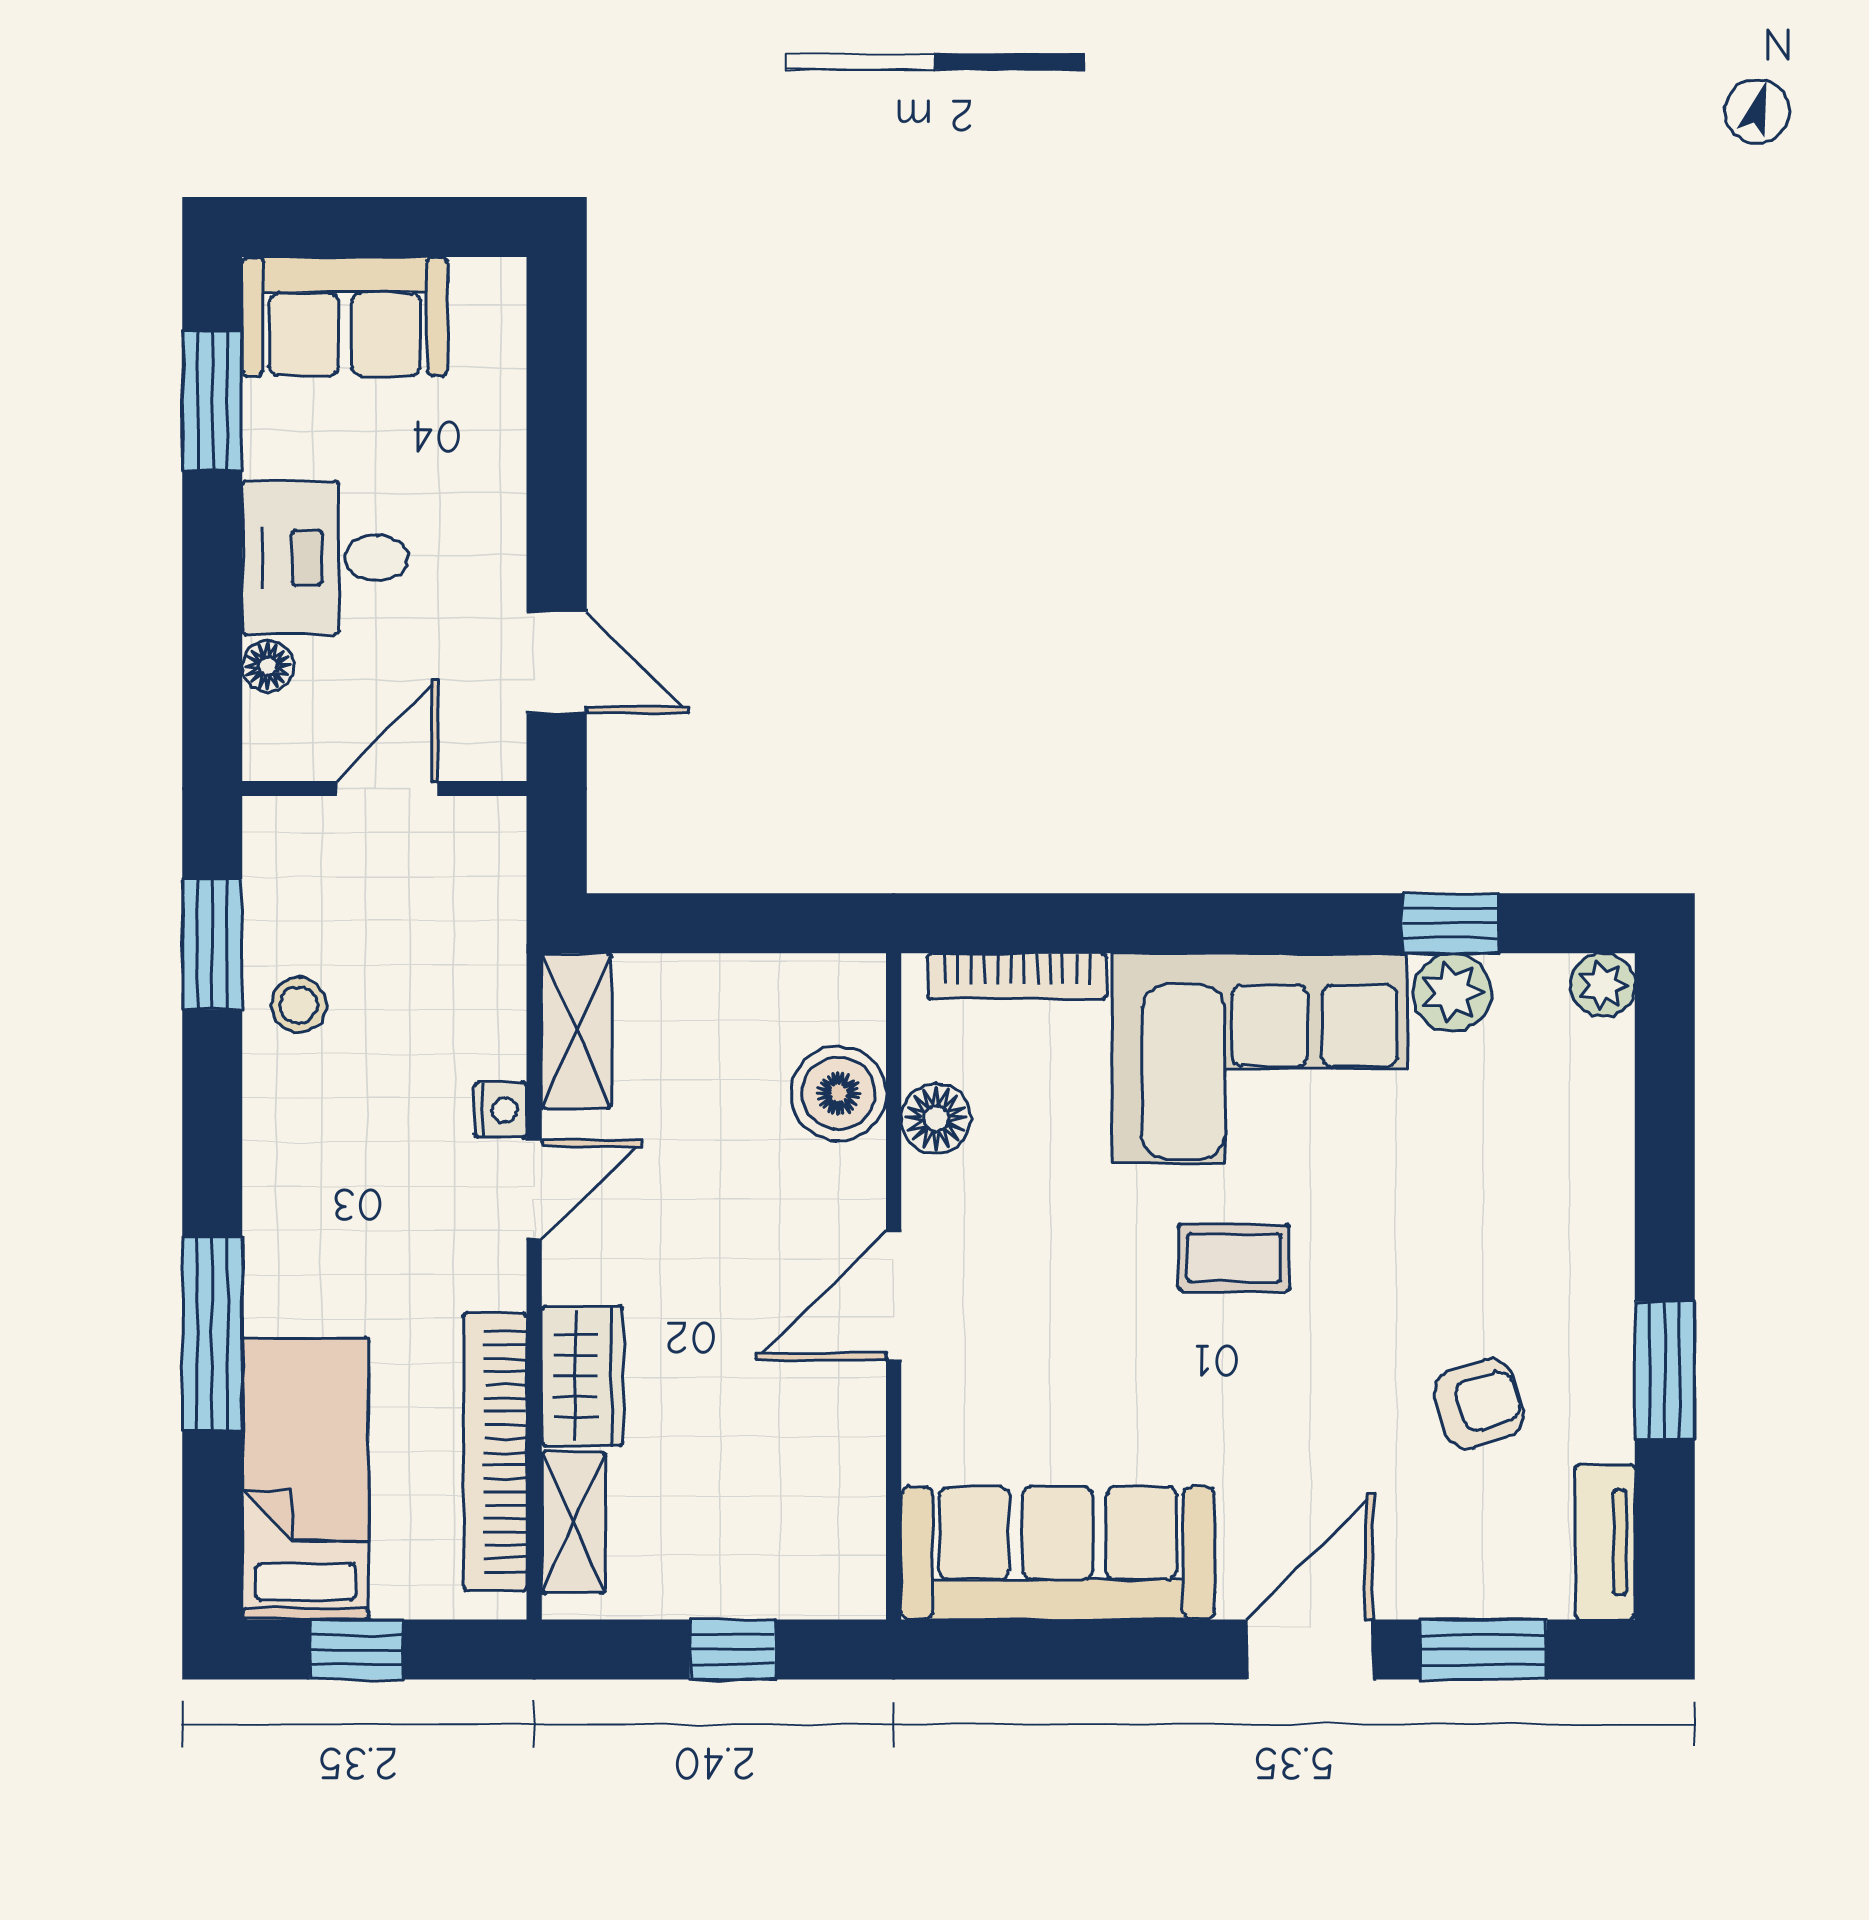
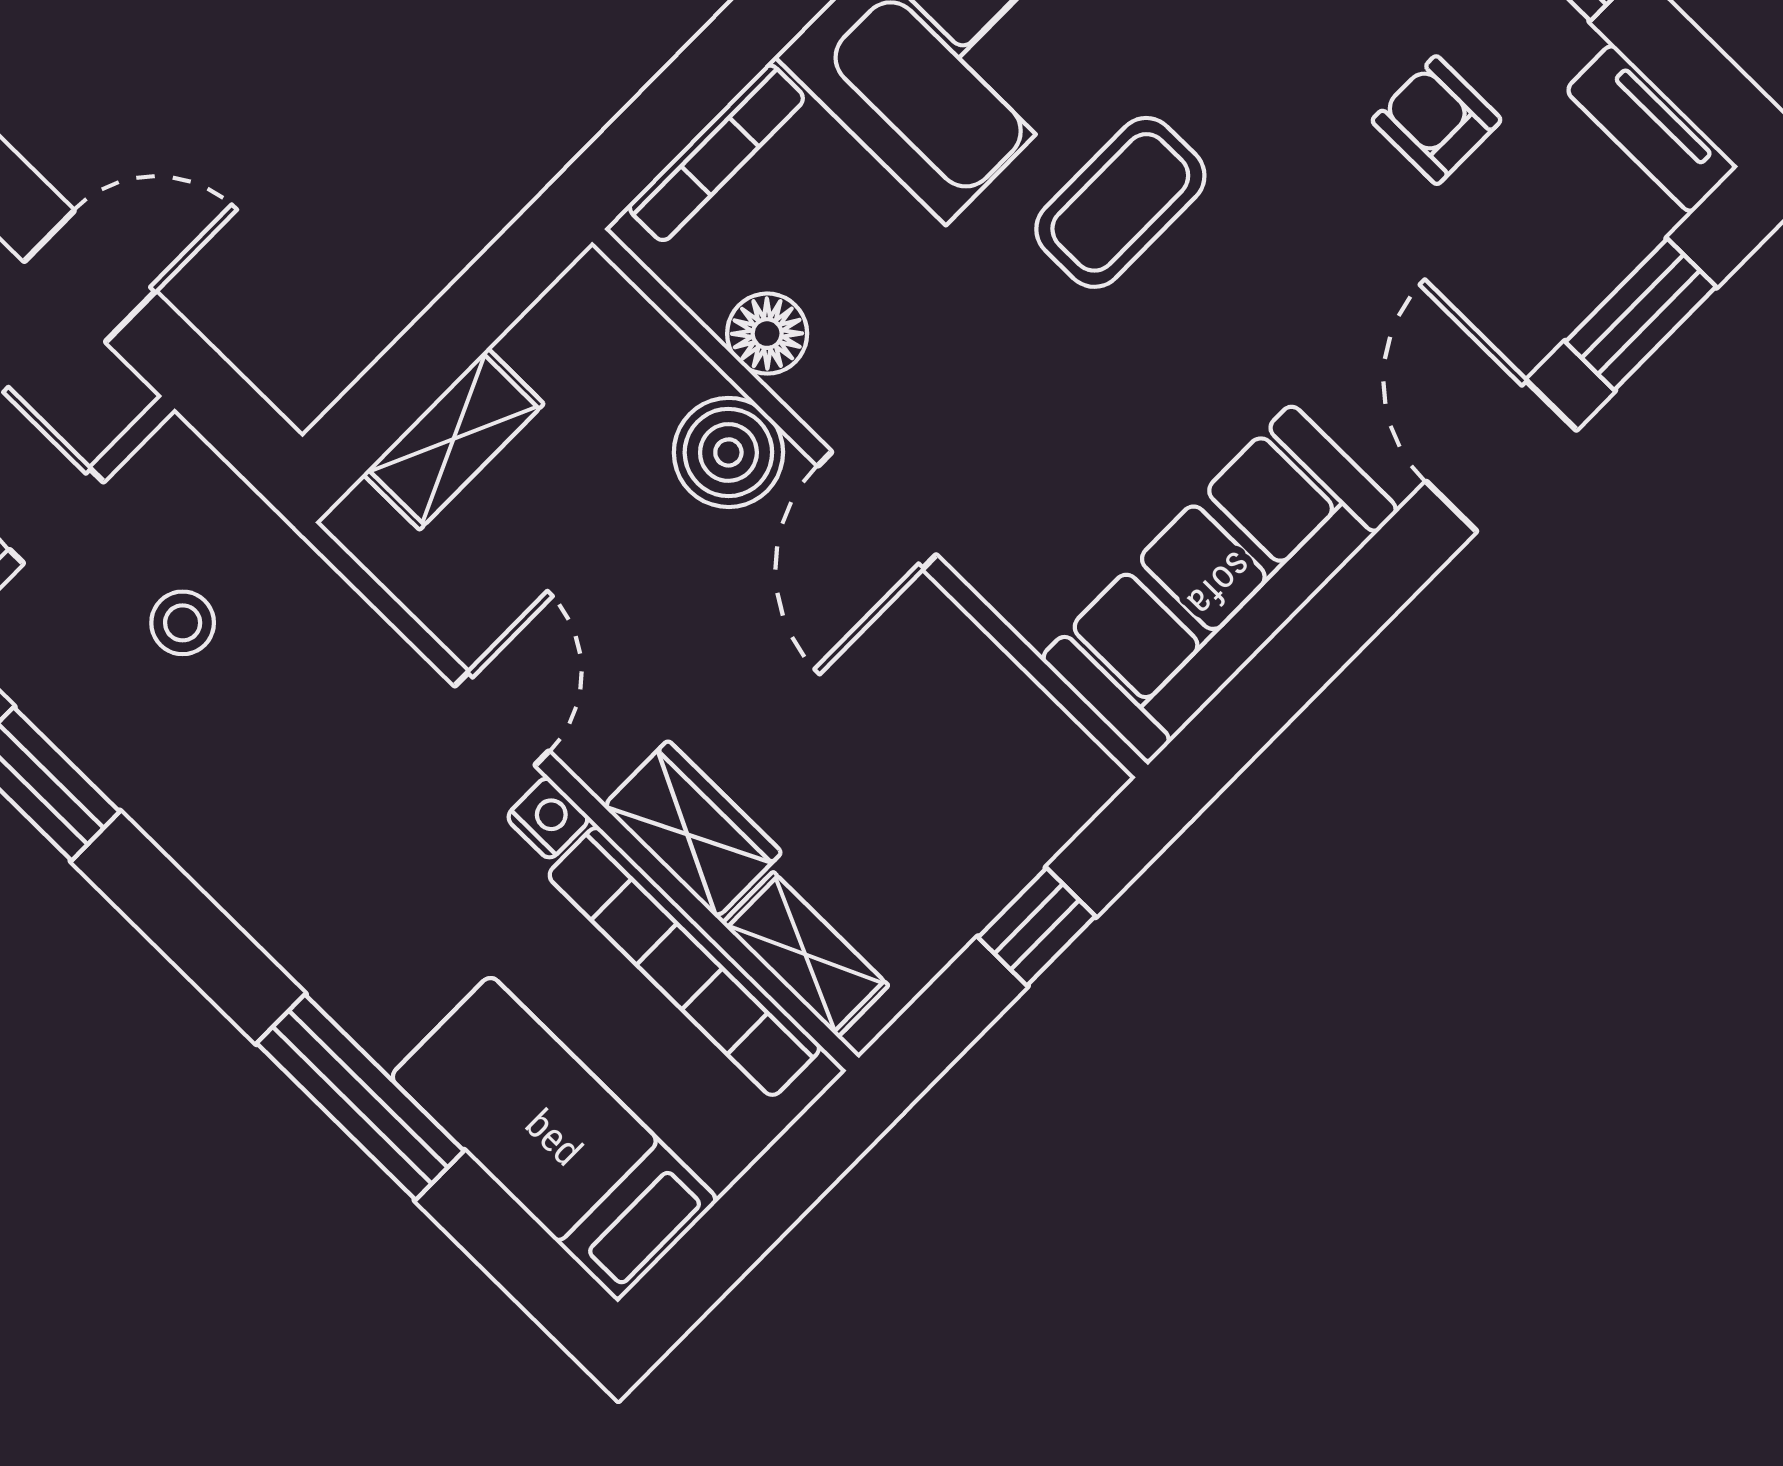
stool: (299, 1005) -> (183, 623), moved
shelving: (577, 1031) -> (453, 439), moved, turned 90
boiler: (838, 1093) -> (728, 452), moved
nightstand: (501, 1110) -> (548, 818), moved
coffee table: (1234, 1258) -> (1120, 202), width x1.36, depth x1.30
armchair: (1479, 1404) -> (1436, 120), turned -72
window: (357, 1650) -> (734, 1234), removed

